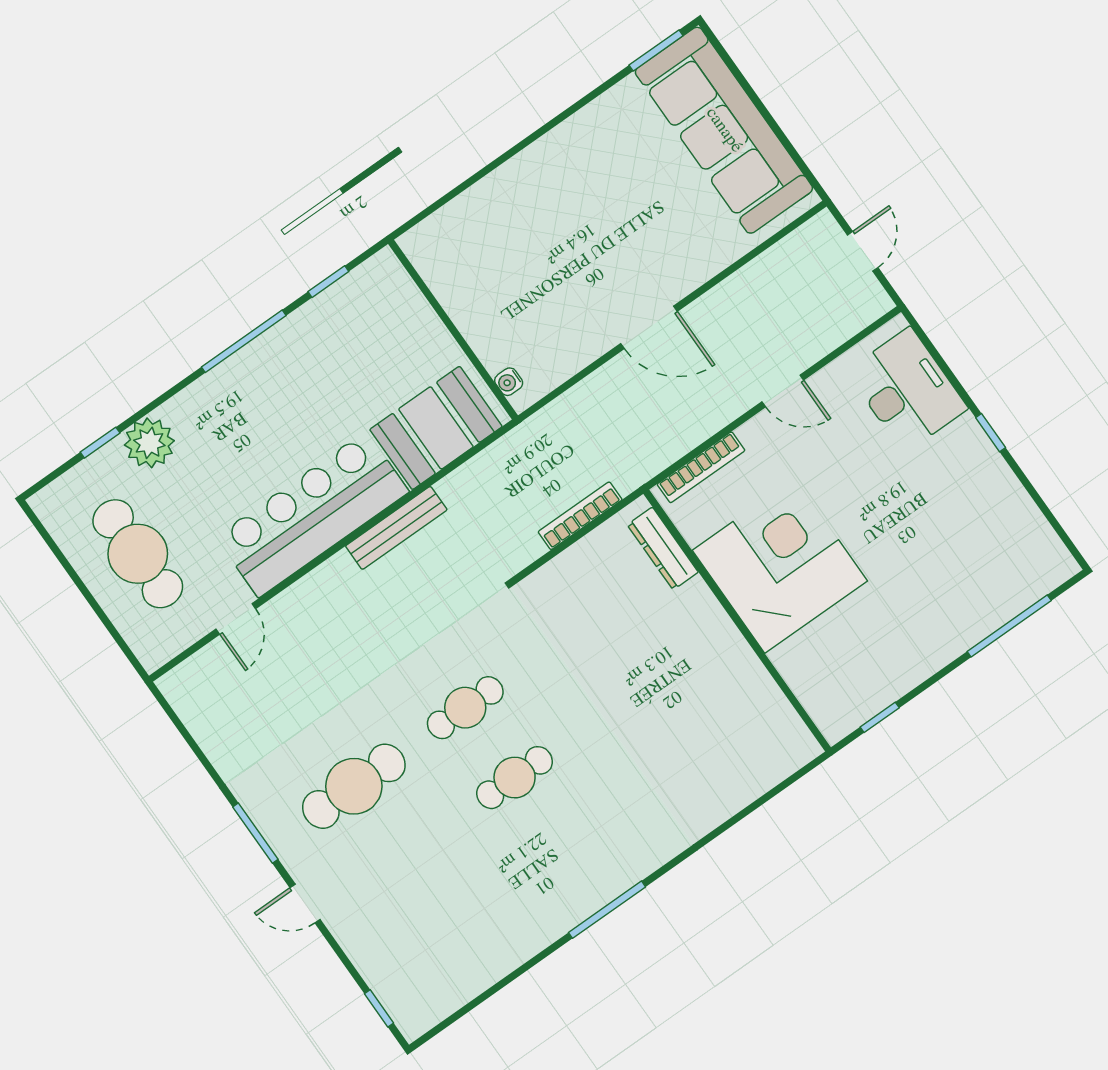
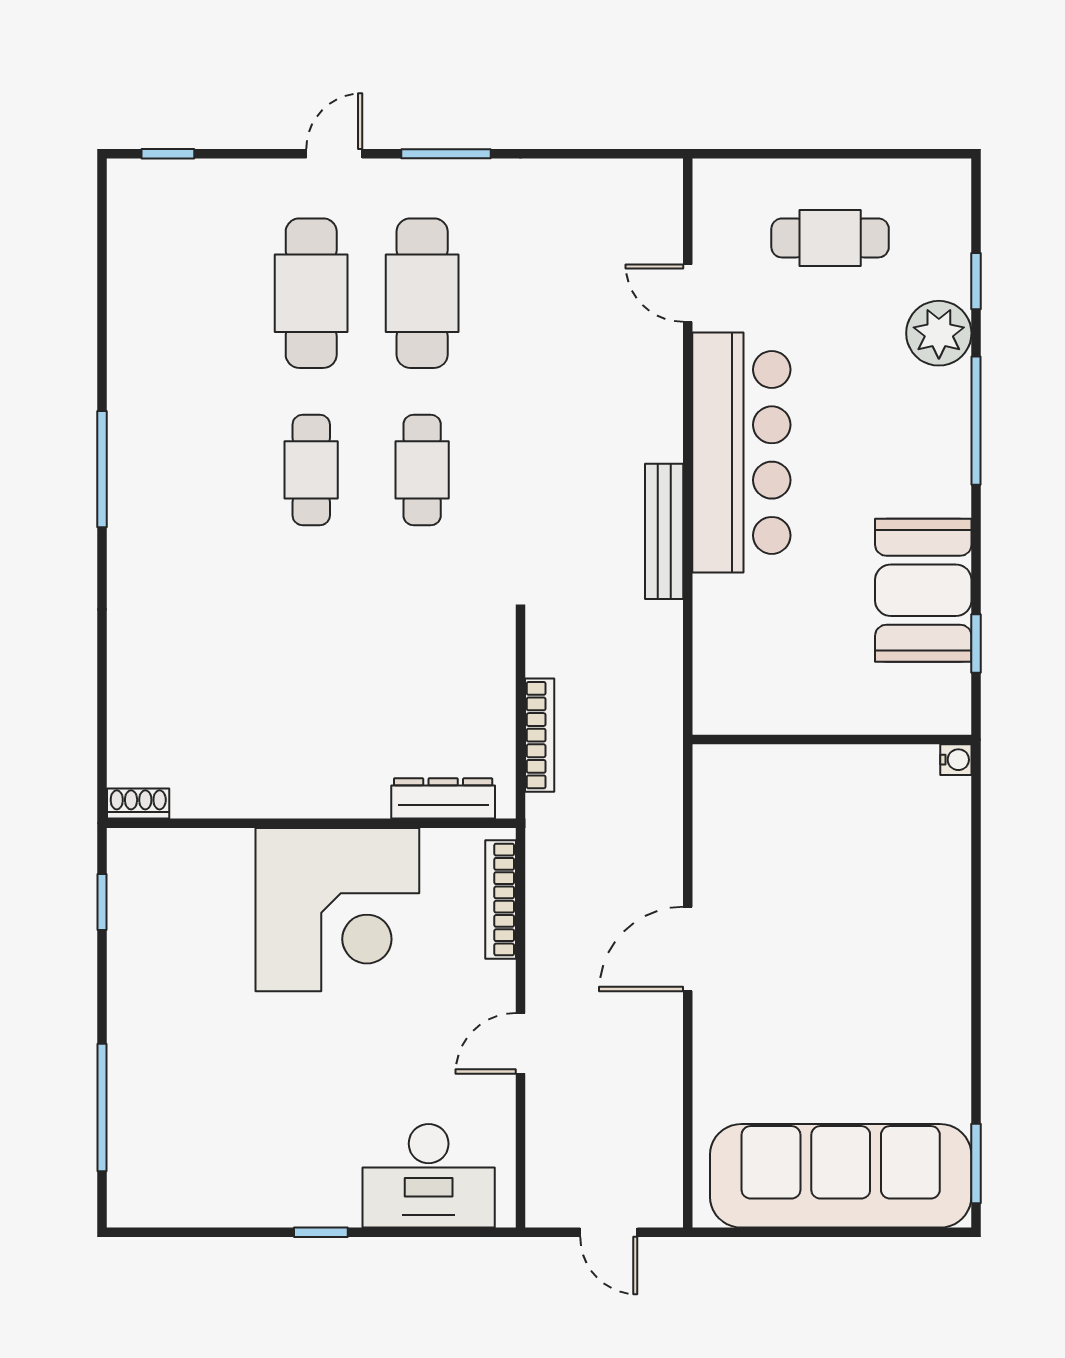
window: (244, 341) -> (976, 421), moved
water cooler: (509, 382) -> (956, 760), moved, turned 90
booth: (436, 428) -> (923, 590), moved
cafe table: (138, 554) -> (830, 238), width x0.73, depth x0.74
shoe rack: (802, 738) -> (138, 803), added
cafe table: (403, 856) -> (311, 293), added

